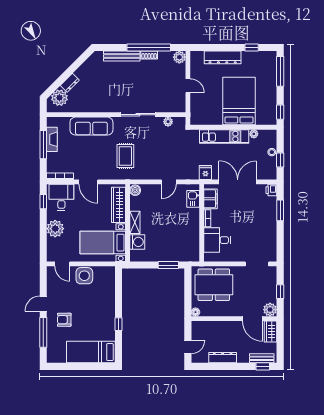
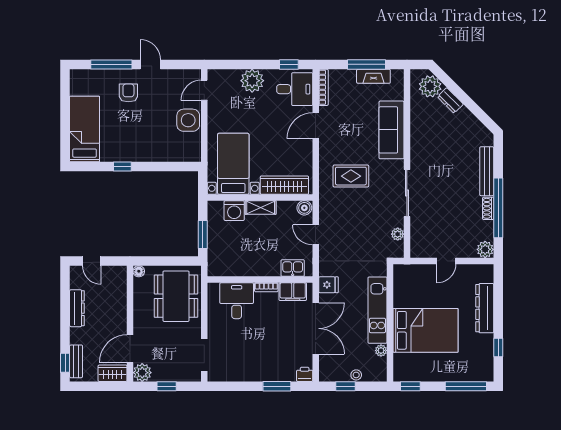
boiler: (135, 190) -> (304, 208), moved
wardrobe: (118, 205) -> (284, 185), moved
shelving: (135, 222) -> (261, 207), moved
wall: (128, 223) -> (260, 198), moved
washing machine: (137, 242) -> (234, 211), moved
bed with nightstands: (103, 243) -> (233, 164), moved

